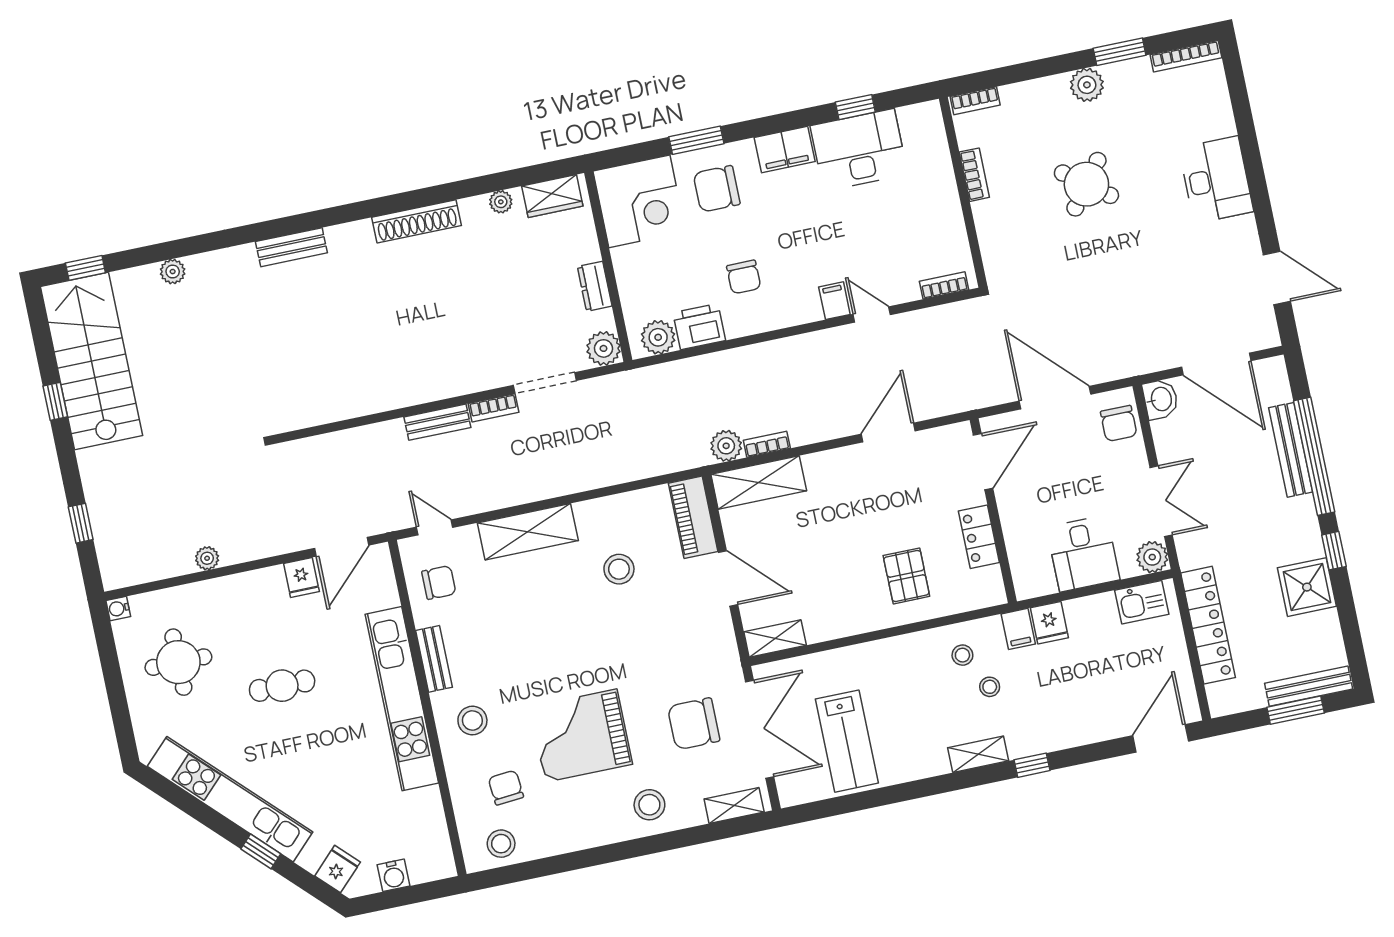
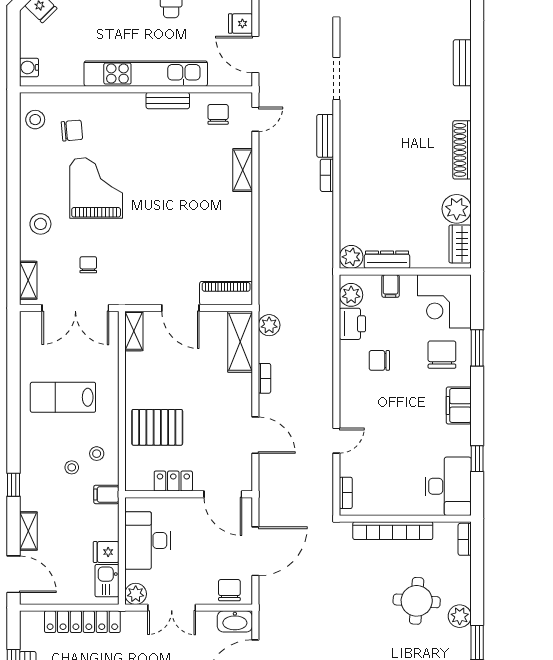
desk: (859, 150) -> (448, 486), moved
bookcase: (974, 175) -> (393, 531), width x2.31, depth x1.31
round table: (1086, 184) -> (417, 601), moved, turned -33
plant: (501, 202) -> (457, 209), width x1.88, depth x1.88
dresser: (595, 286) -> (387, 260), width x1.44
filing cabinet: (834, 301) -> (391, 286), moved, turned 90
doorway: (545, 383) -> (336, 79), moved
washbasin: (1160, 399) -> (235, 621), width x1.38
chair: (1119, 423) -> (229, 590), turned 90
bookcase: (767, 444) -> (265, 378), moved
shelving: (528, 532) -> (243, 170), width x0.67, depth x0.75
desk: (1083, 554) -> (148, 540), width x1.37
stool: (619, 569) -> (202, 236), removed
pallet: (906, 576) -> (157, 427), width x1.50, depth x1.42
door: (728, 578) -> (180, 308), hinge flipped
chair: (439, 582) -> (218, 114), turned 180
fridge: (1049, 623) -> (106, 552), moved
stool: (472, 720) -> (121, 118), removed
chair: (694, 724) -> (88, 265), width x0.54, depth x0.54
lab bench: (847, 741) -> (63, 397), moved
shelving: (978, 754) -> (28, 531), moved
water cooler: (393, 875) -> (29, 67), moved

